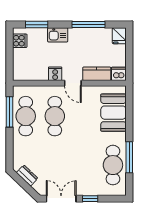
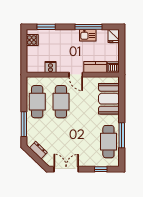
kitchen sink: (58, 35) -> (88, 35), moved
cooker: (55, 74) -> (50, 67), moved
window: (9, 112) -> (24, 124), moved
window: (90, 199) -> (101, 169), moved

